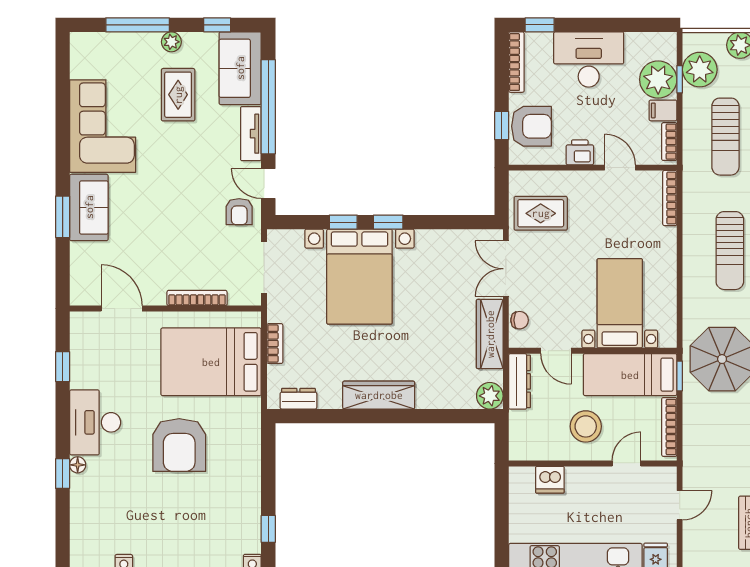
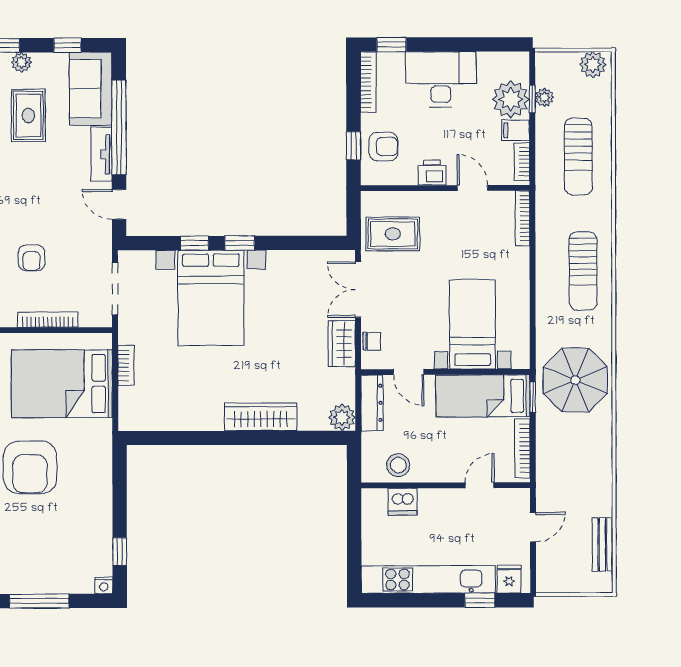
plant: (700, 70) -> (544, 97), width x0.53, depth x0.53
armchair: (531, 126) -> (383, 147), width x0.72, depth x0.72
armchair: (239, 212) -> (31, 258), moved
wardrobe: (490, 334) -> (342, 344), width x0.67
wardrobe: (379, 395) -> (261, 417), moved
dresser: (298, 399) -> (150, 421), removed
stool: (586, 426) -> (398, 465), moved, width x0.73, depth x0.73

